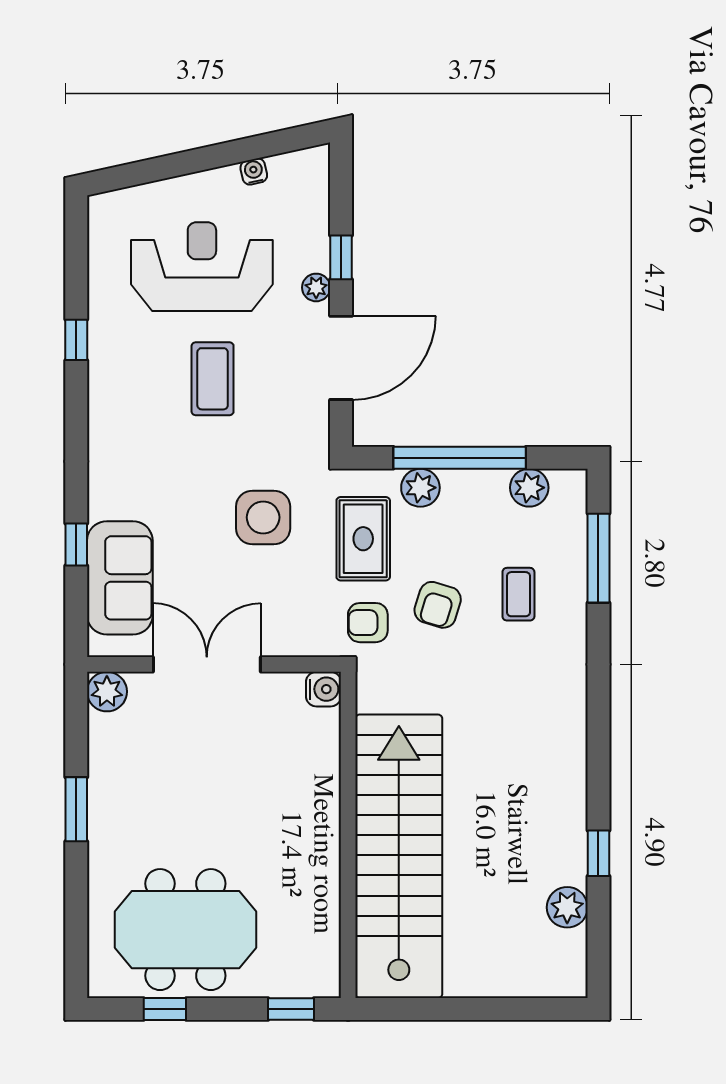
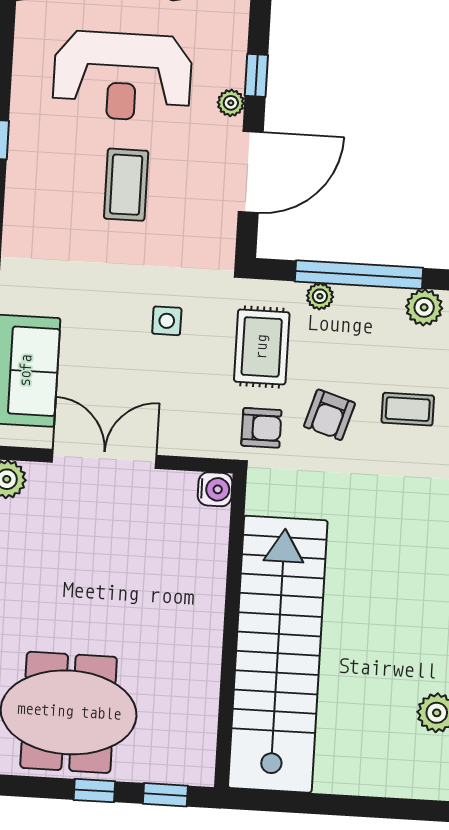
reception desk: (202, 267) -> (122, 76), turned 180
plant: (420, 488) -> (320, 296), width x0.73, depth x0.73
side table: (263, 517) -> (167, 321), width x0.54, depth x0.54
coffee table: (518, 594) -> (408, 409), turned 90
armchair: (368, 623) -> (261, 428), turned 180
window: (165, 1009) -> (94, 791), moved

